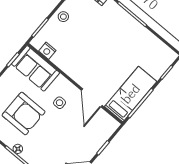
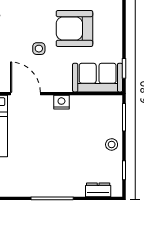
nightstand: (47, 51) -> (61, 102), moved
side table: (60, 103) -> (39, 49), moved

